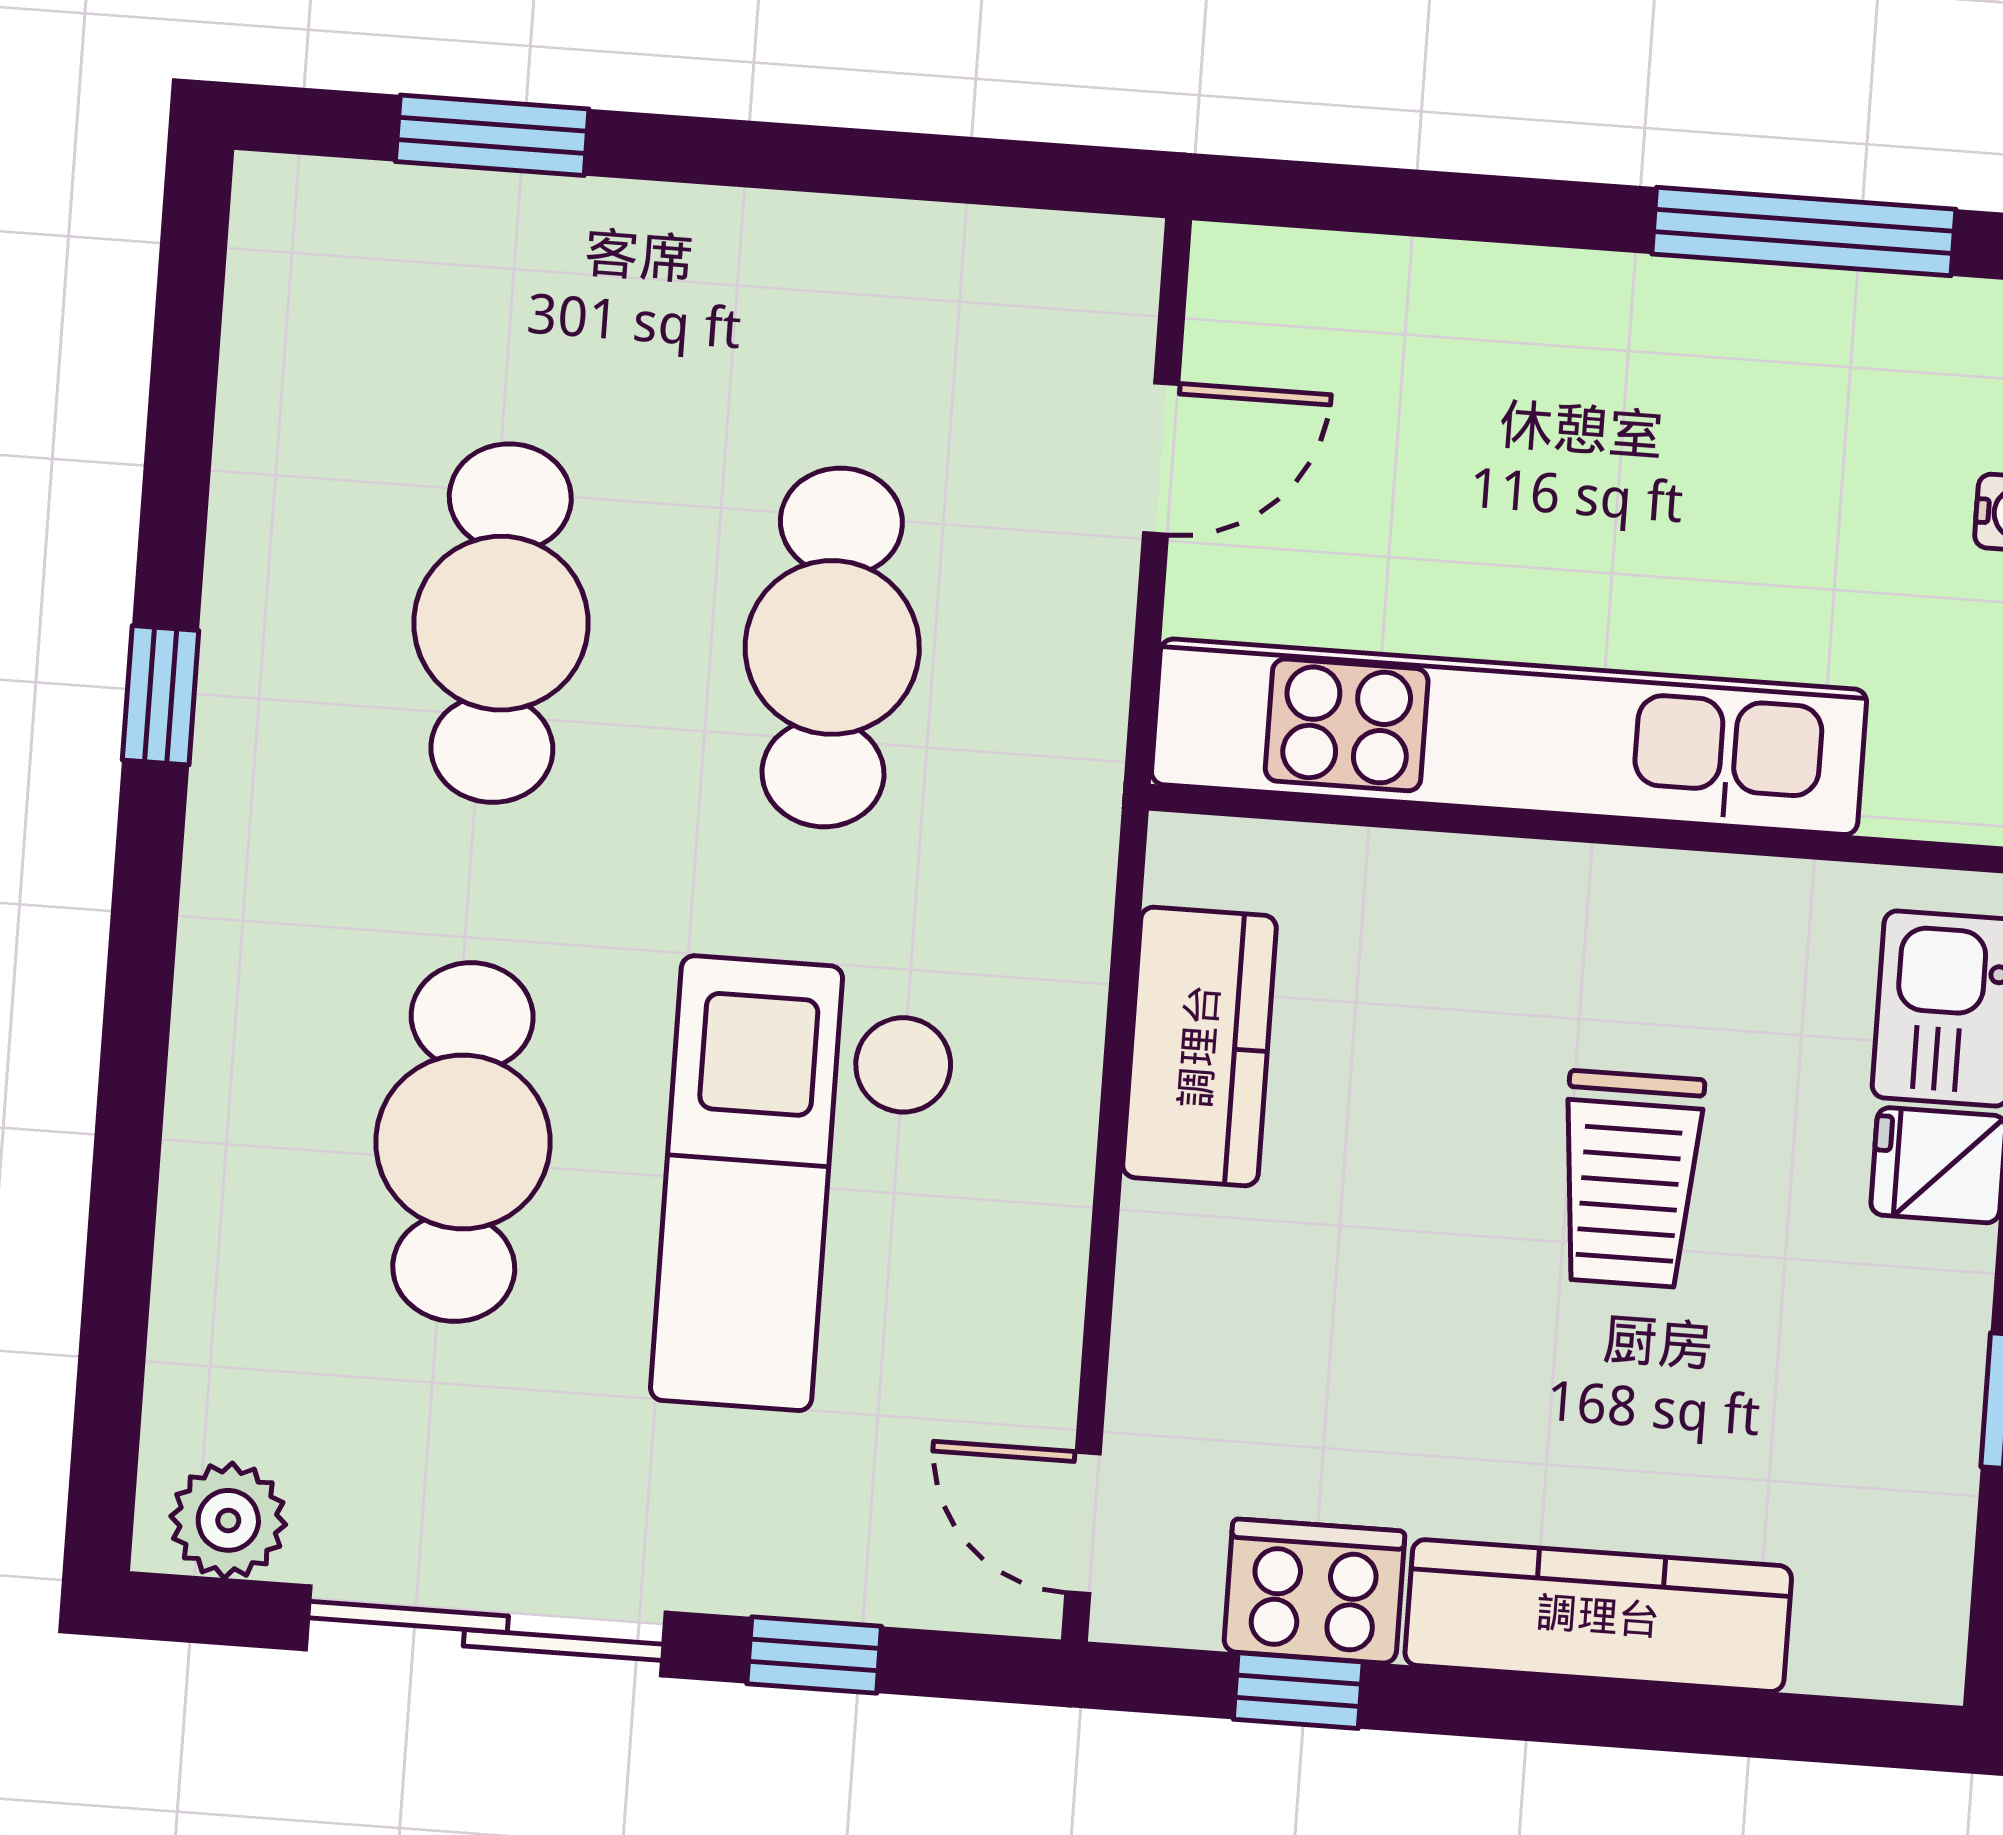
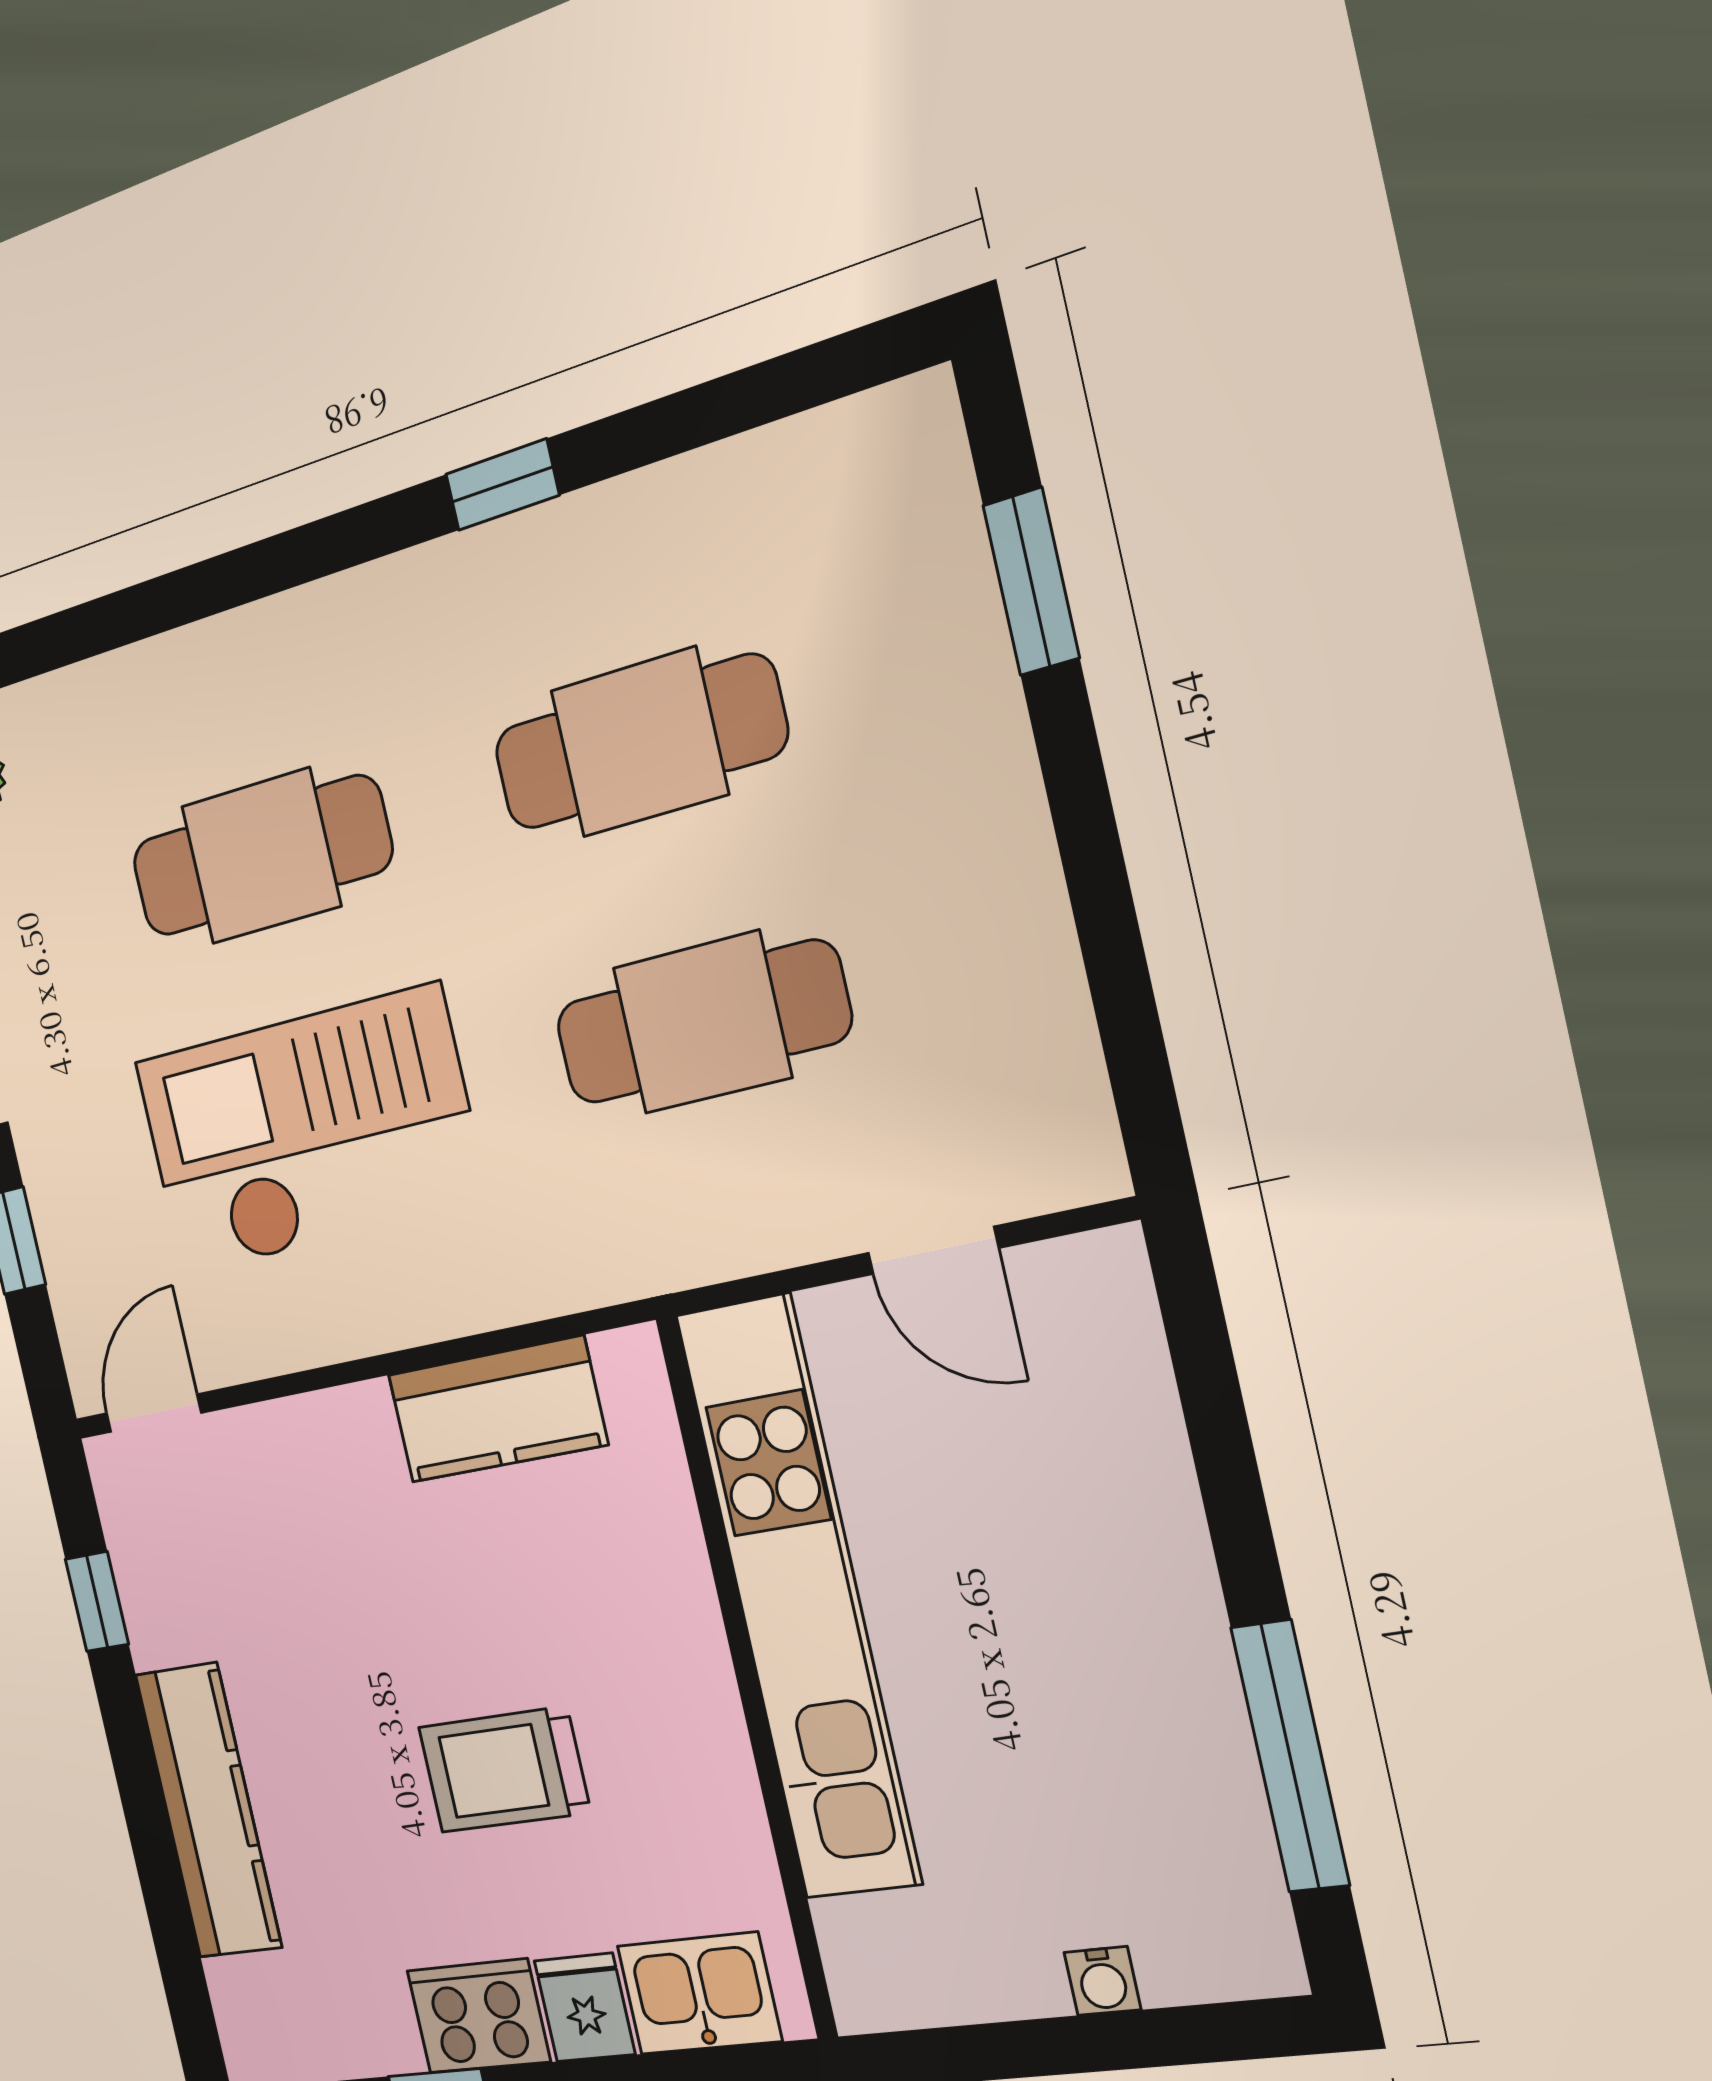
cooker: (1314, 1591) -> (479, 2016), moved, turned -90

